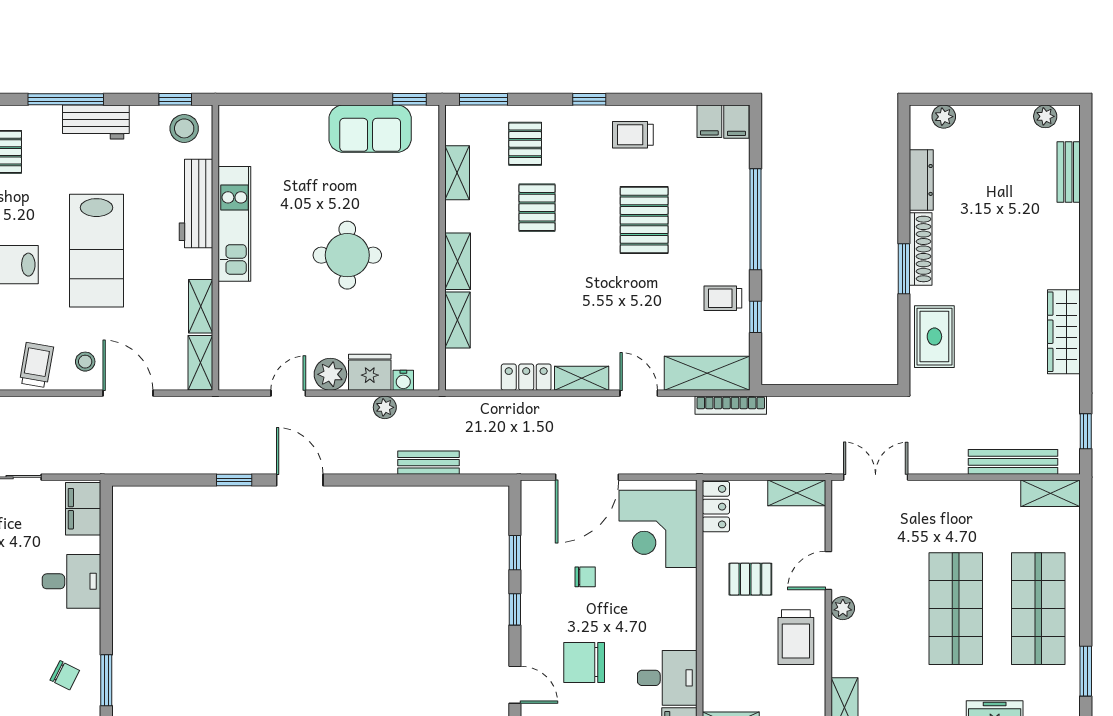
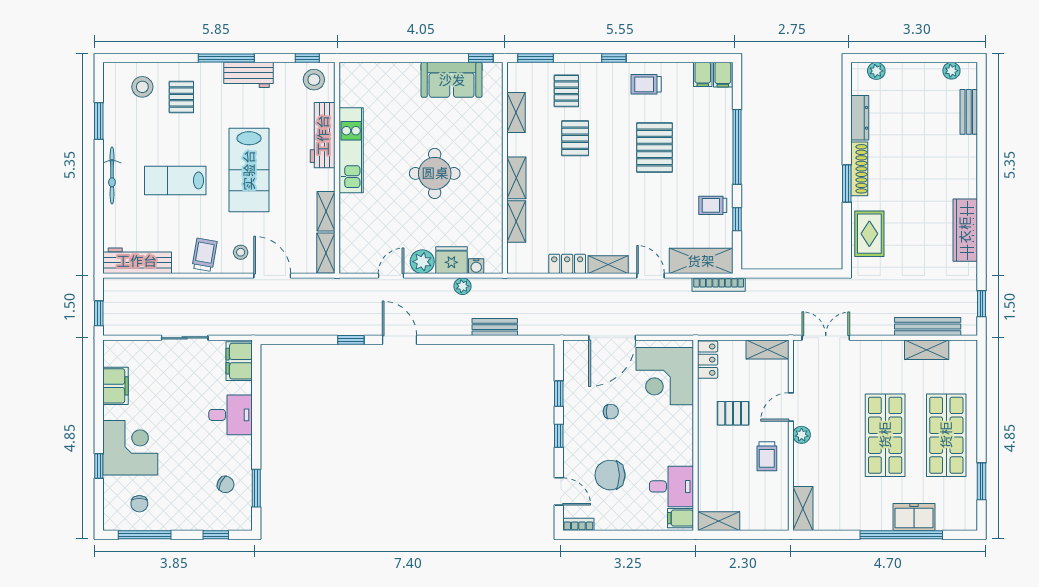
shelving: (1051, 493) -> (927, 350), moved
trolley: (796, 637) -> (767, 456), width x0.73, depth x0.72

